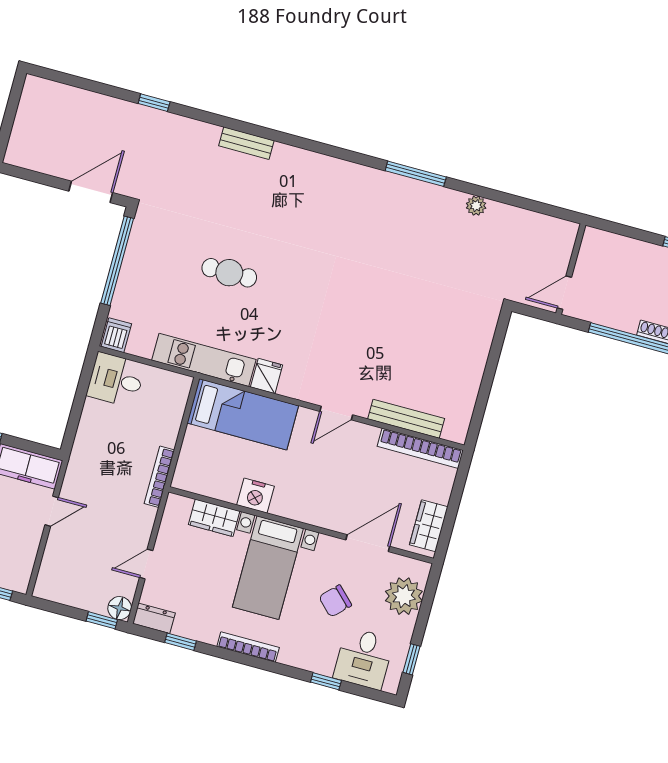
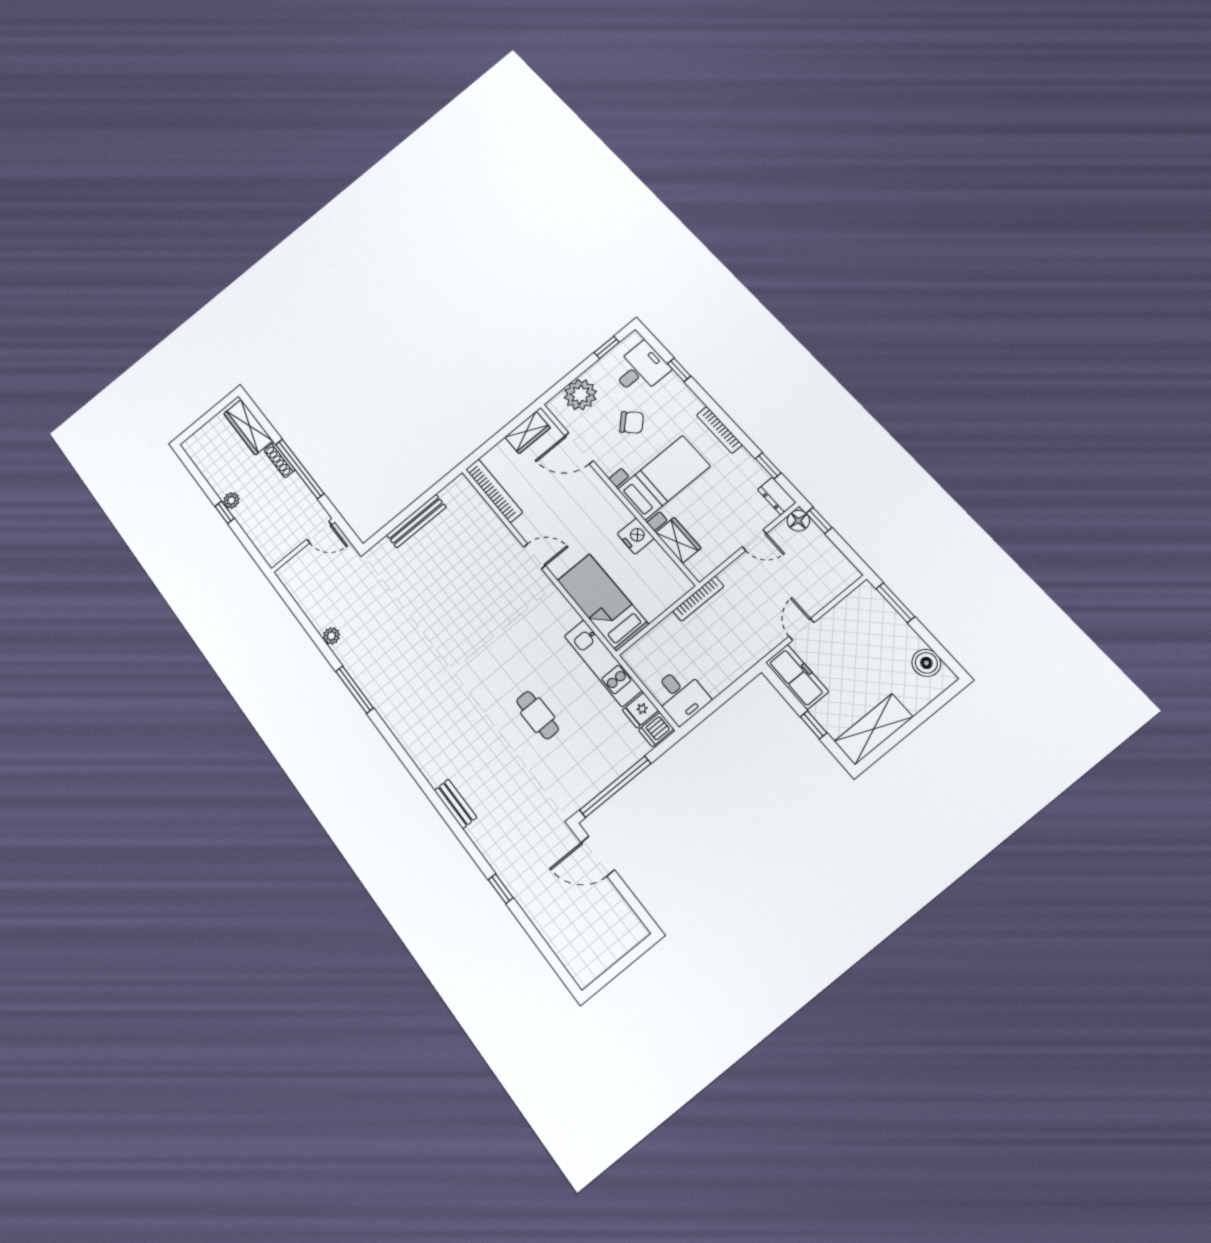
fridge: (267, 376) -> (640, 710), moved
bench: (406, 419) -> (416, 521), moved, turned 90
door: (52, 511) -> (802, 629), hinge flipped

